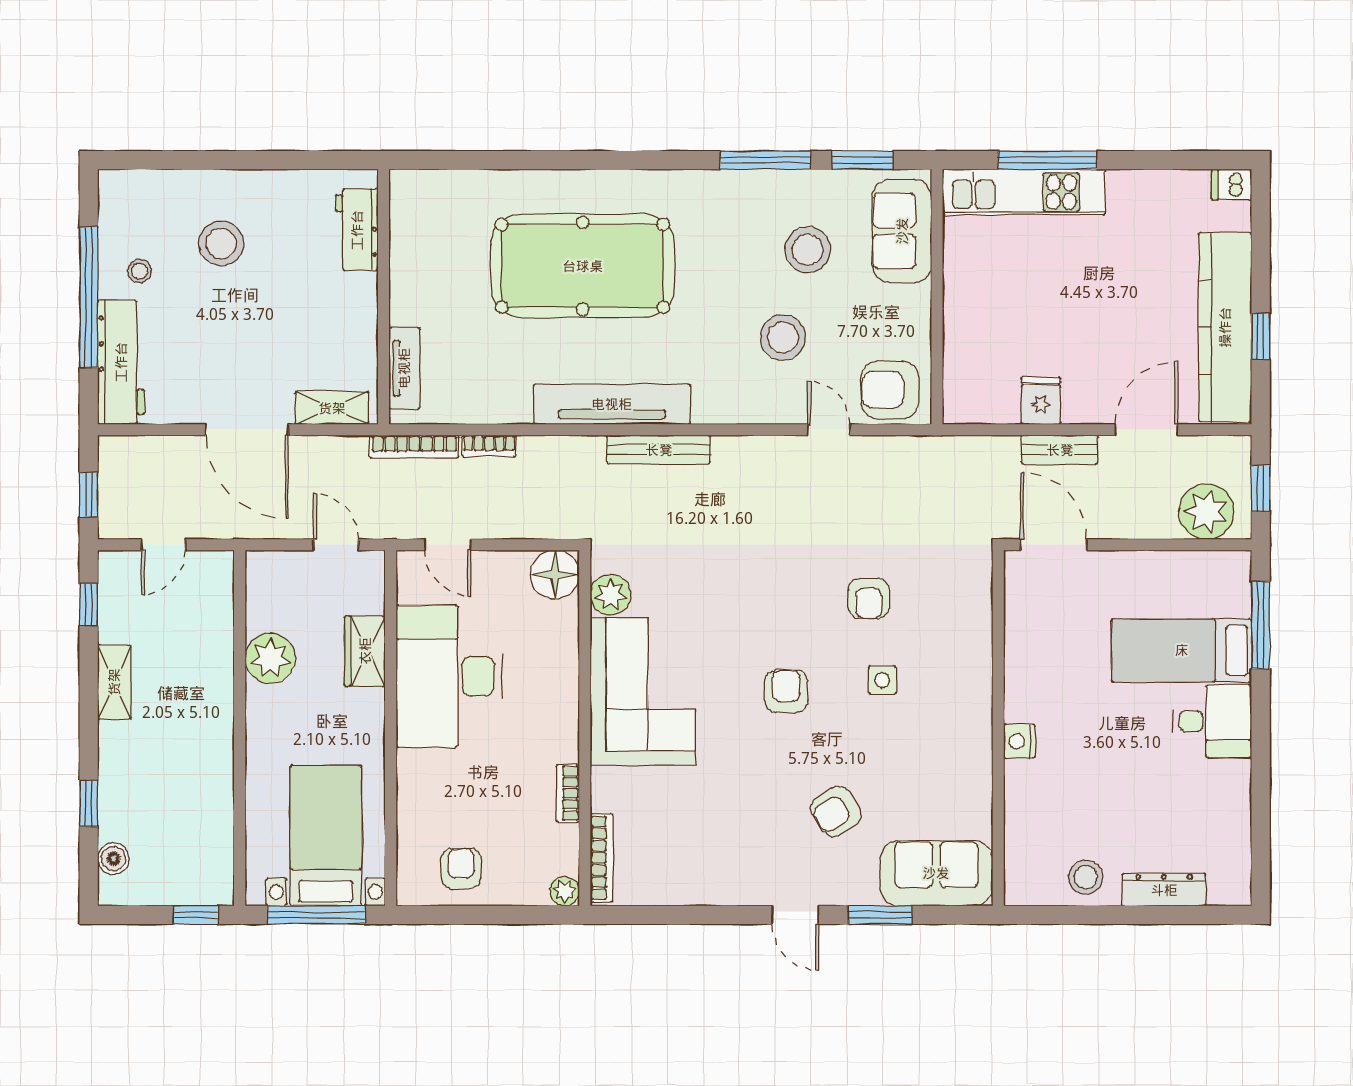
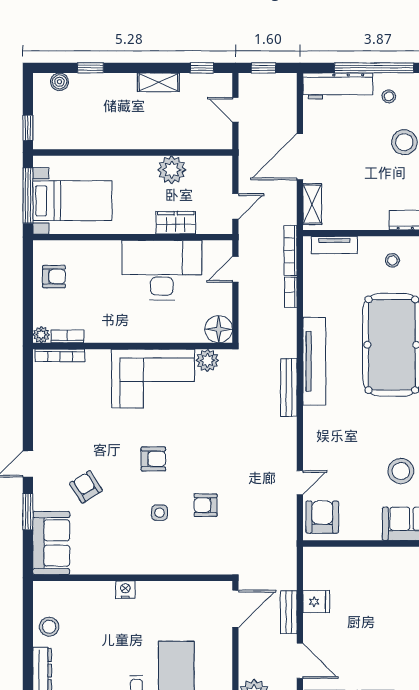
stool: (783, 337) -> (392, 260), moved, width x0.53, depth x0.53
bookcase: (568, 793) -> (67, 336), moved

